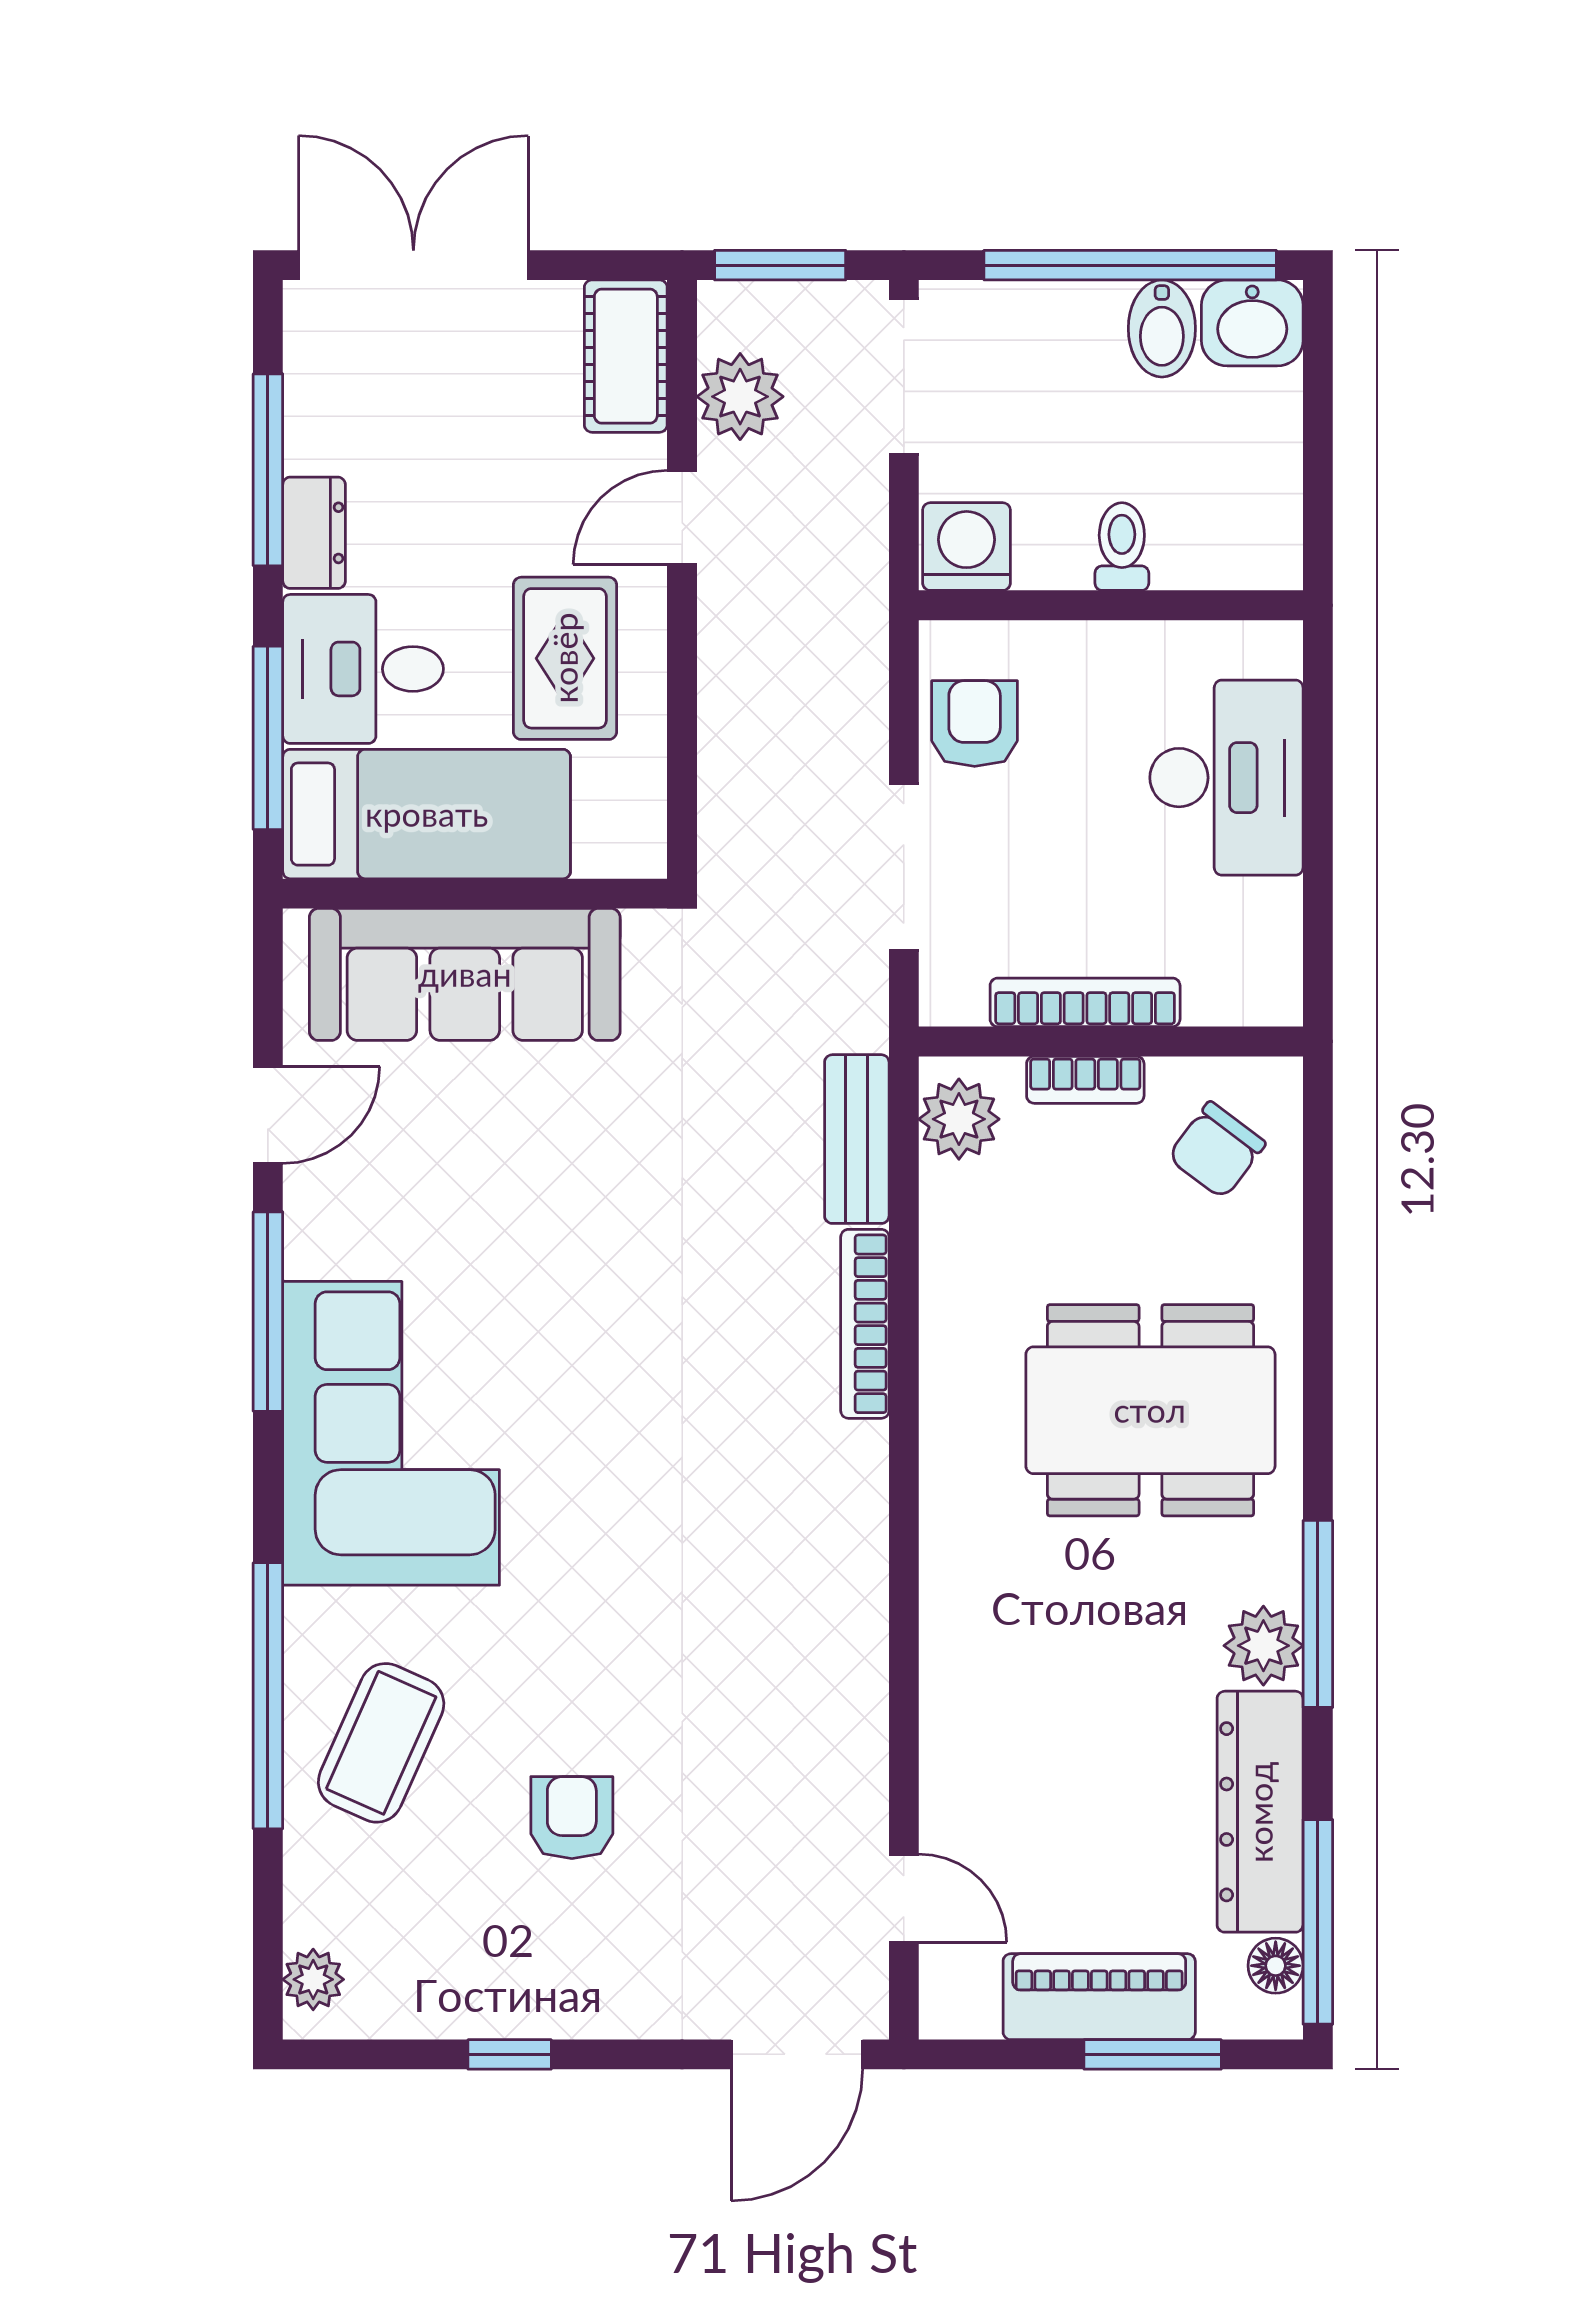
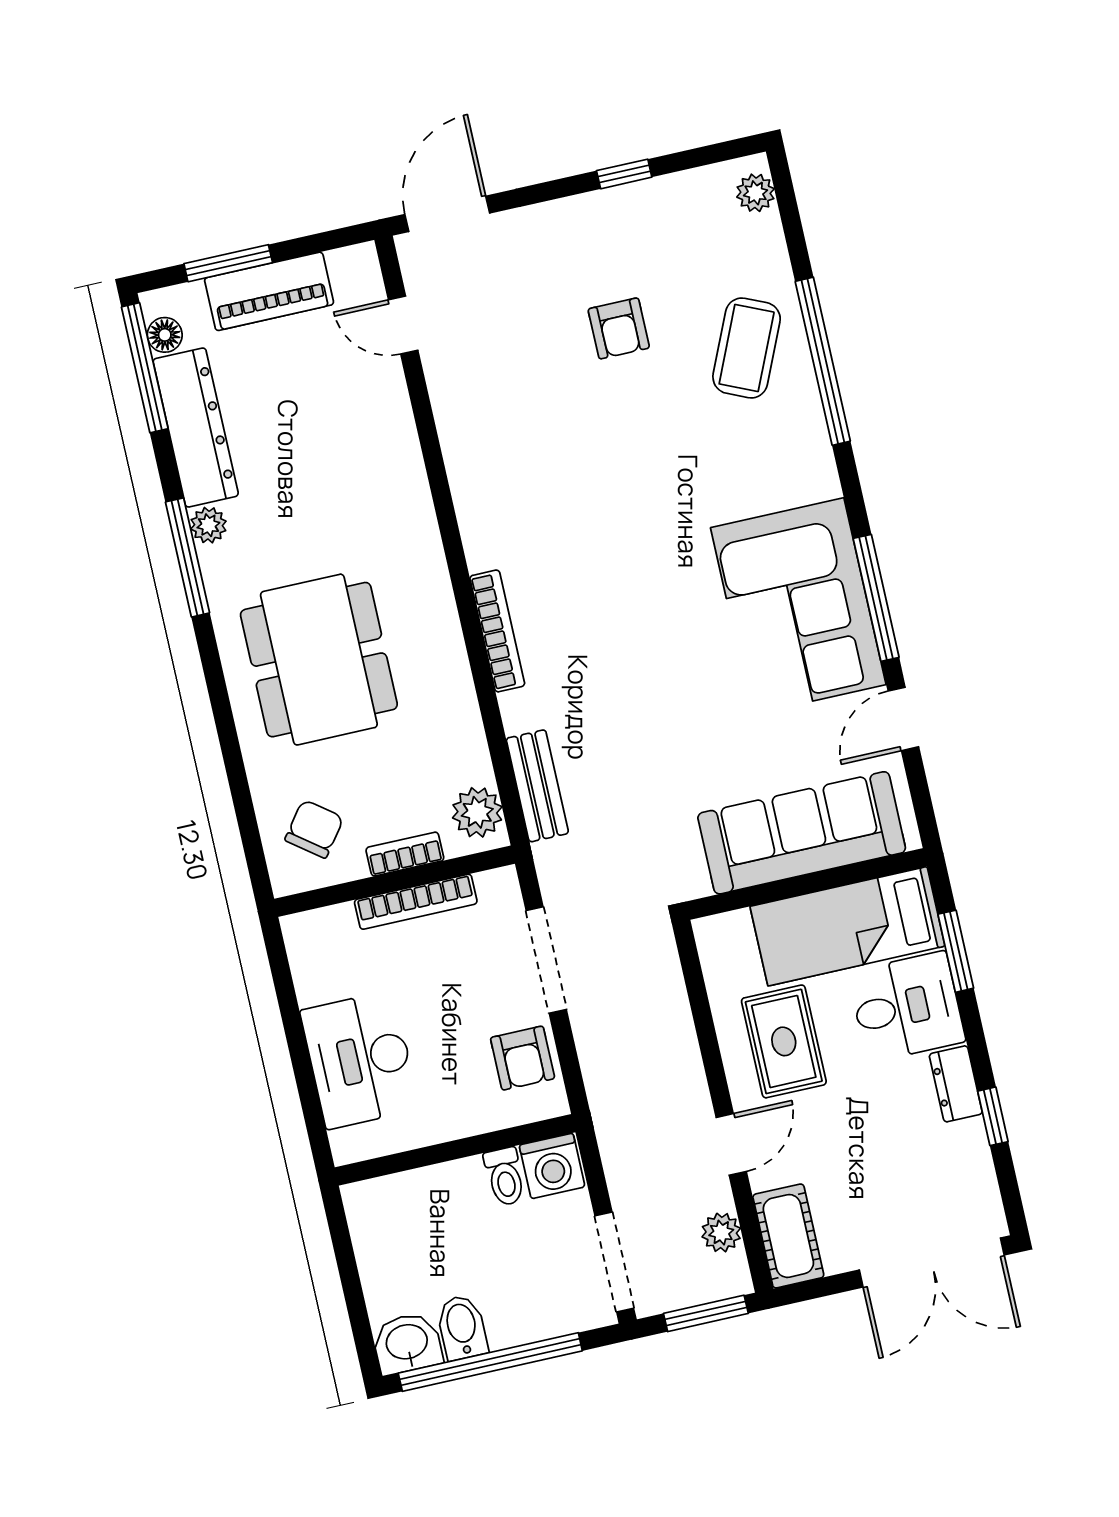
plant: (740, 397) -> (721, 1233), width x0.73, depth x0.73
window: (268, 470) -> (993, 1116), width x0.46
toilet: (1122, 547) -> (505, 1177), moved
window: (268, 738) -> (956, 951), width x0.69
bookcase: (865, 1324) -> (497, 631), moved
dining table: (1150, 1410) -> (319, 660), turned 90
corner sofa: (391, 1433) -> (798, 606), moved
plant: (1263, 1646) -> (208, 525), width x0.73, depth x0.73

